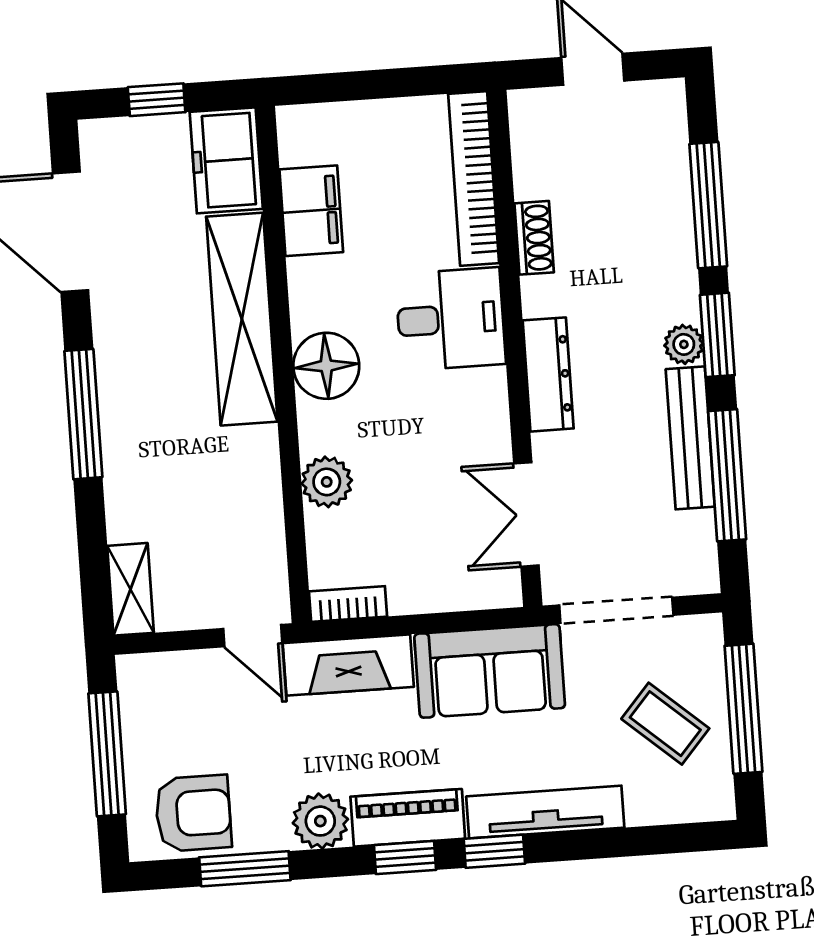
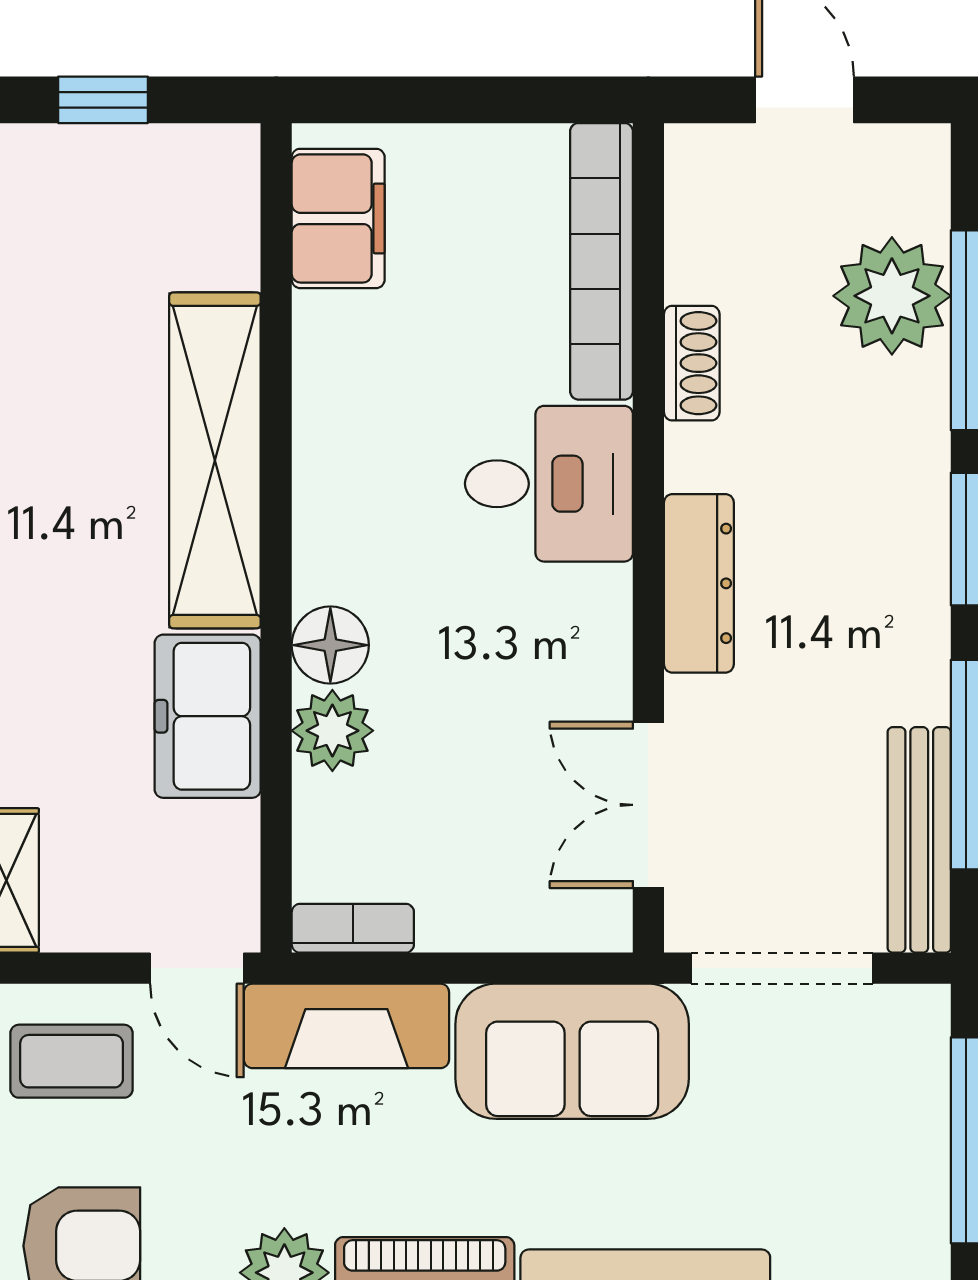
freezer: (226, 160) -> (208, 716), moved
filing cabinet: (311, 211) -> (338, 218), moved
plant: (684, 344) -> (892, 296), moved, width x1.87, depth x1.87
floor lamp: (326, 366) -> (330, 645), moved, width x0.73, depth x0.73
bench: (690, 438) -> (919, 840), moved
coffee table: (665, 724) -> (72, 1061), moved, turned -41

